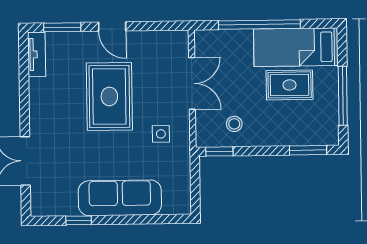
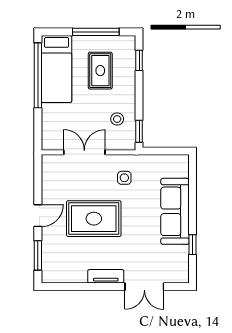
window: (259, 25) -> (38, 75), moved
tv unit: (37, 54) -> (106, 276), moved
rug: (290, 85) -> (100, 71), moved
window: (308, 150) -> (139, 60), width x0.67

